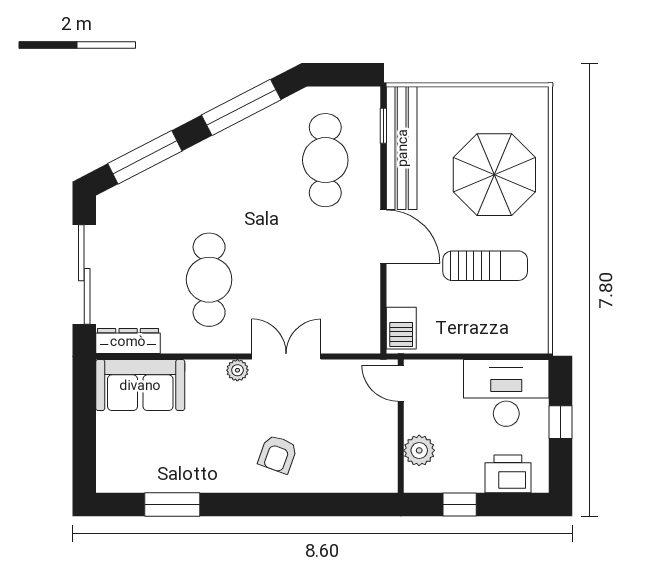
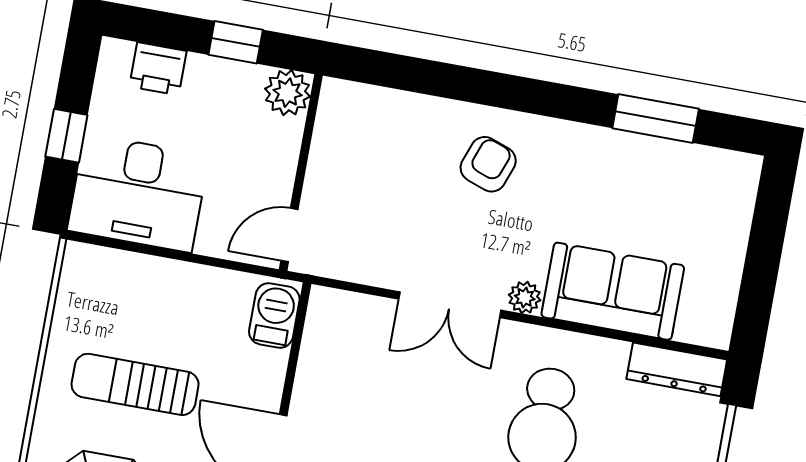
door: (401, 383) -> (289, 235), swing flipped
sofa: (140, 385) -> (613, 291), moved
plant: (419, 450) -> (288, 93), moved
printer: (508, 474) -> (158, 69), width x0.73, depth x0.81

